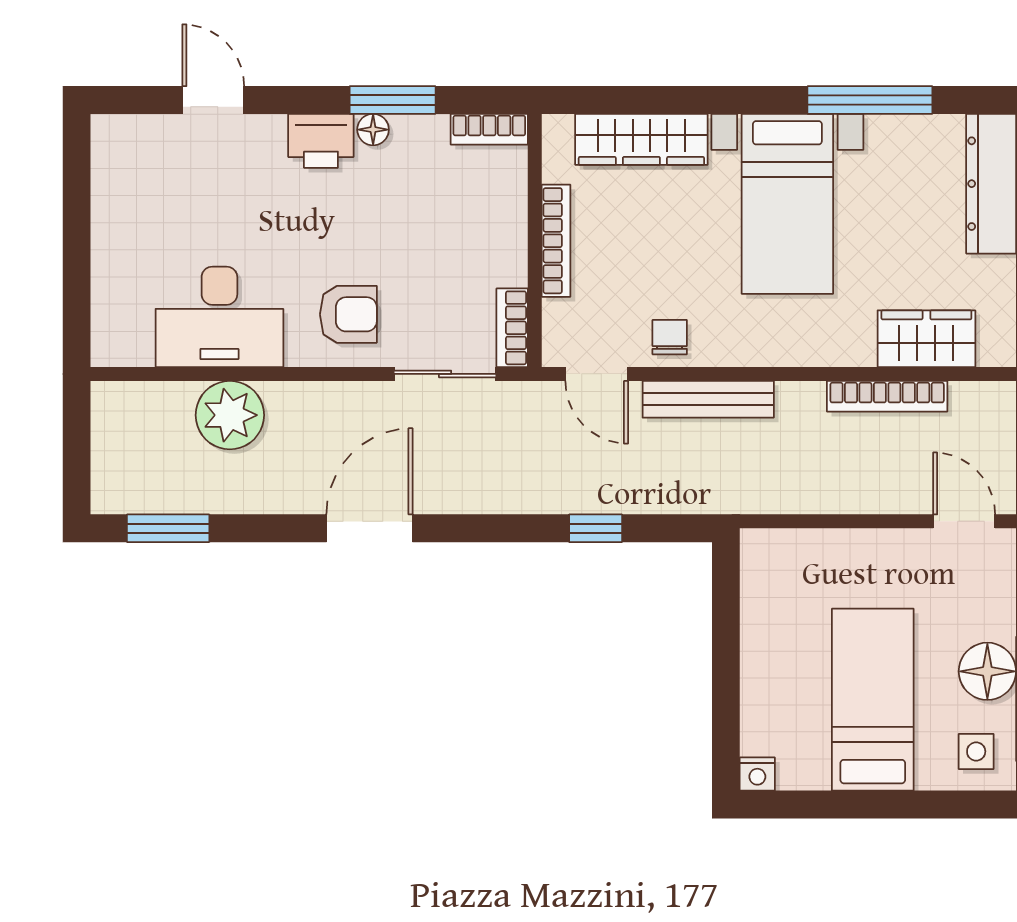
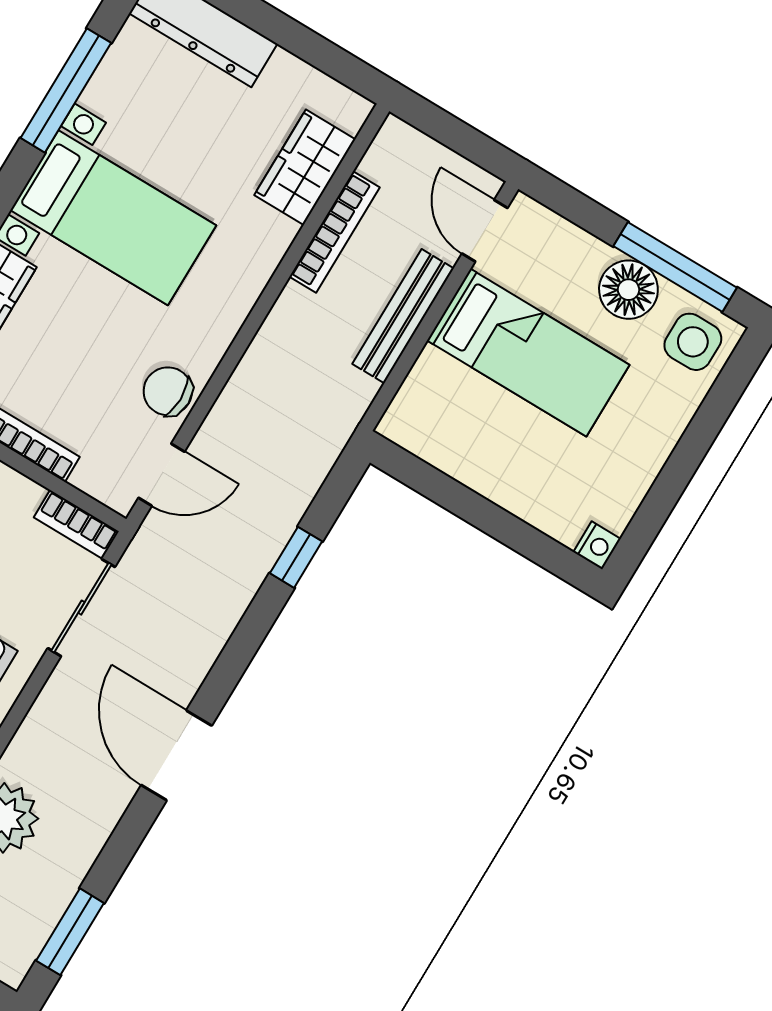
chair: (670, 337) -> (168, 391), width x1.37, depth x1.37
bench: (708, 399) -> (403, 316), moved
door: (964, 521) -> (485, 231), hinge flipped
bed: (873, 700) -> (528, 353), moved, turned 180
side table: (976, 751) -> (693, 342), width x1.37, depth x1.37

